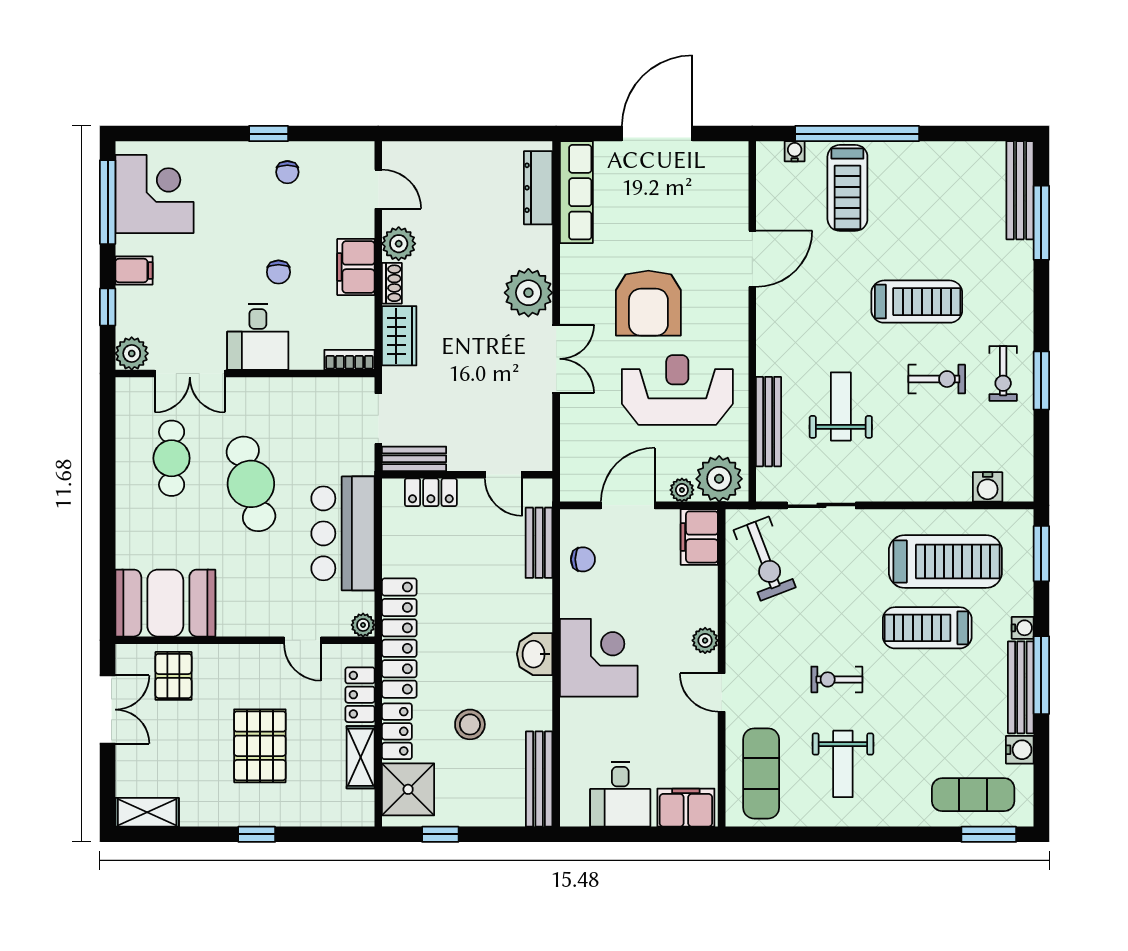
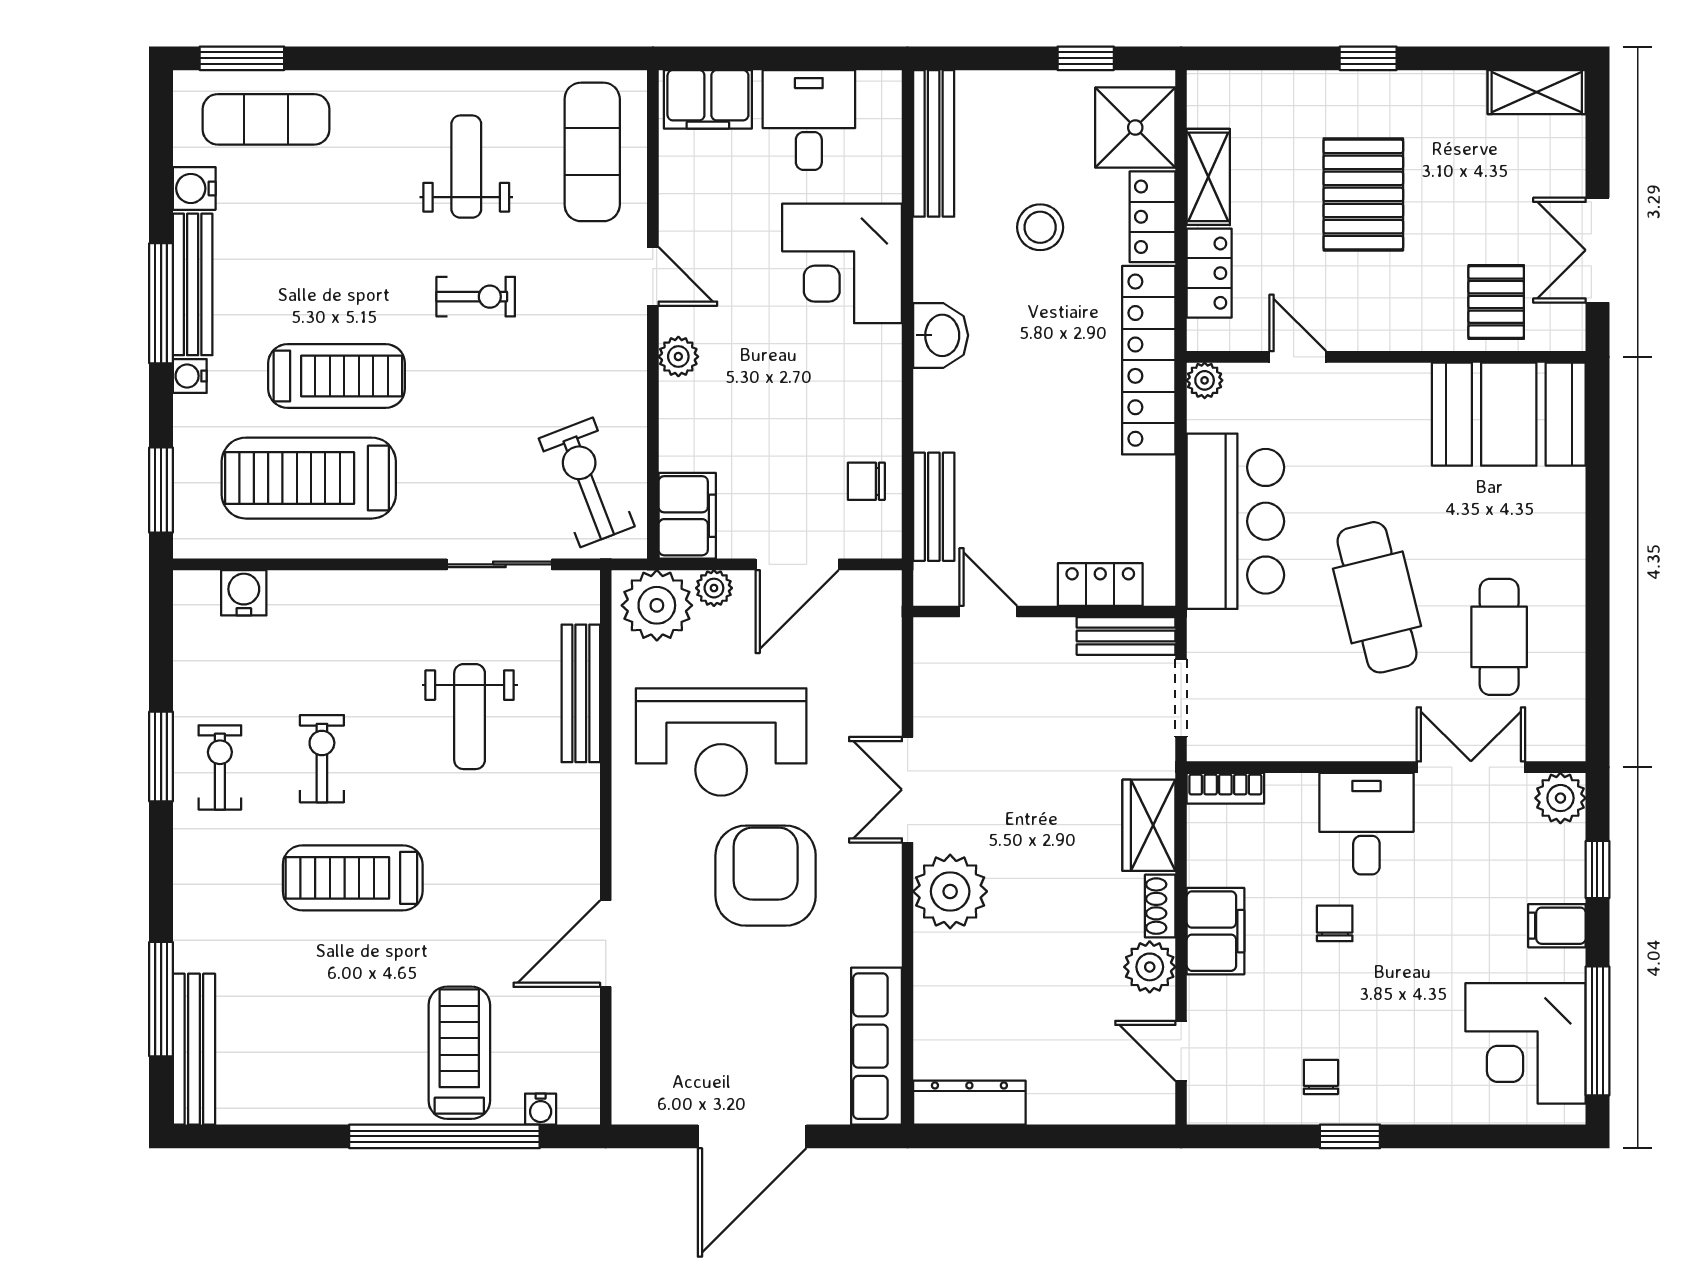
dresser: (538, 188) -> (969, 1103), moved, turned -90
exercise bike: (937, 379) -> (322, 759), turned 90
corner desk: (599, 658) -> (842, 263), moved

